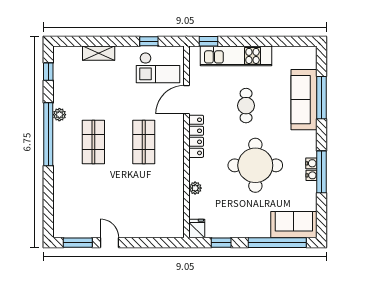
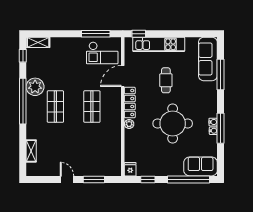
window: (149, 41) -> (96, 34), width x2.17
shelving: (99, 53) -> (38, 42), moved
sofa: (304, 100) -> (208, 59), moved
plant: (59, 115) -> (35, 87), width x1.87, depth x1.87
plant: (195, 188) -> (129, 124), moved
shelving: (60, 203) -> (31, 151), added
window: (78, 243) -> (94, 179), moved

